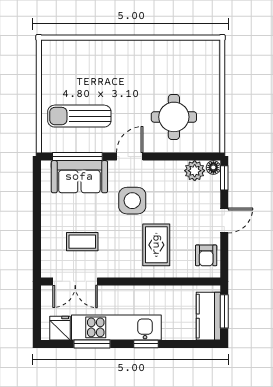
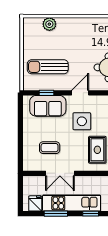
plant: (82, 50) -> (49, 24), added
window: (77, 157) -> (46, 93), width x0.46
double door: (75, 281) -> (60, 173), moved

